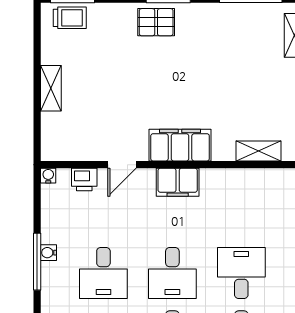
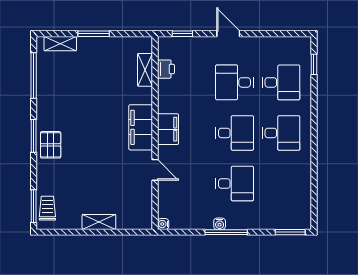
printer: (84, 180) -> (166, 69), moved

